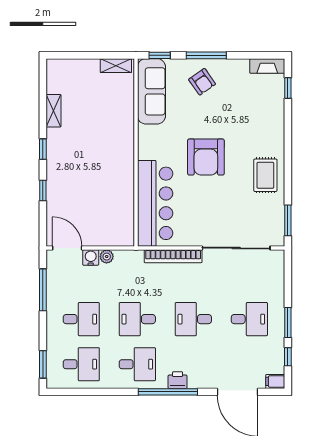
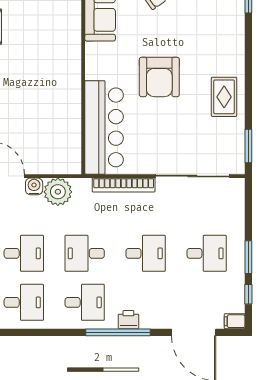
plant: (107, 257) -> (58, 192), width x1.87, depth x1.87
desk: (193, 319) -> (146, 253), turned 180

